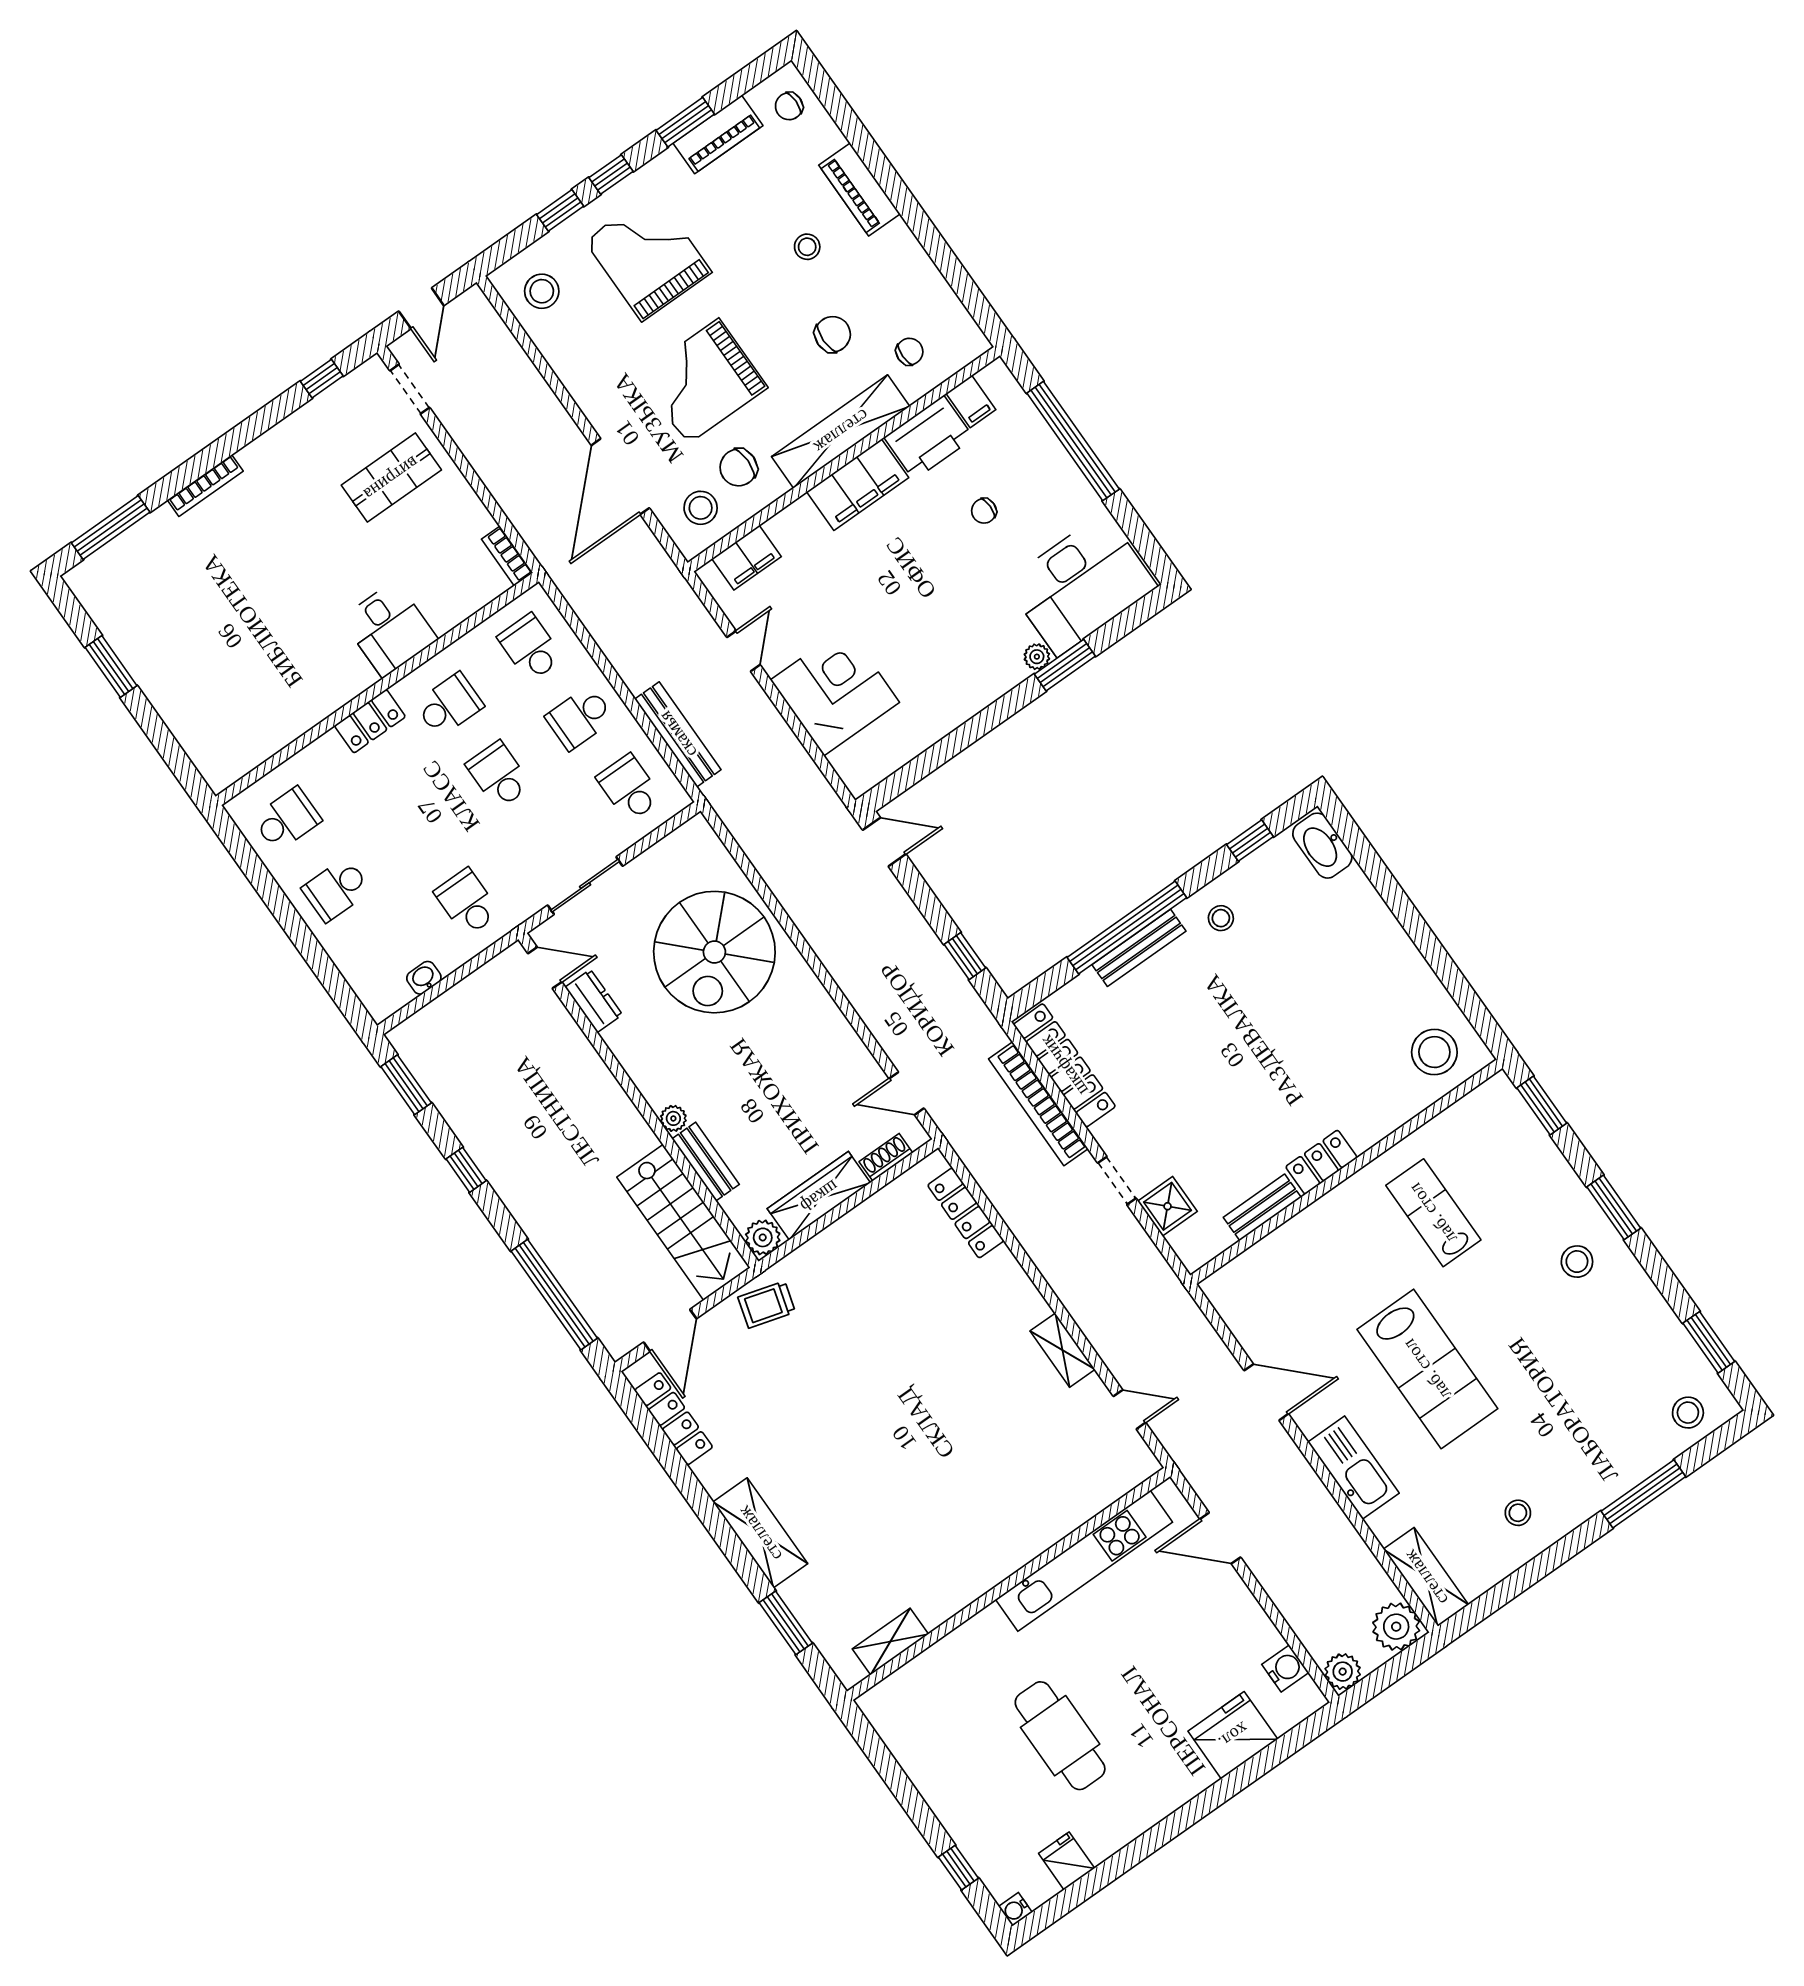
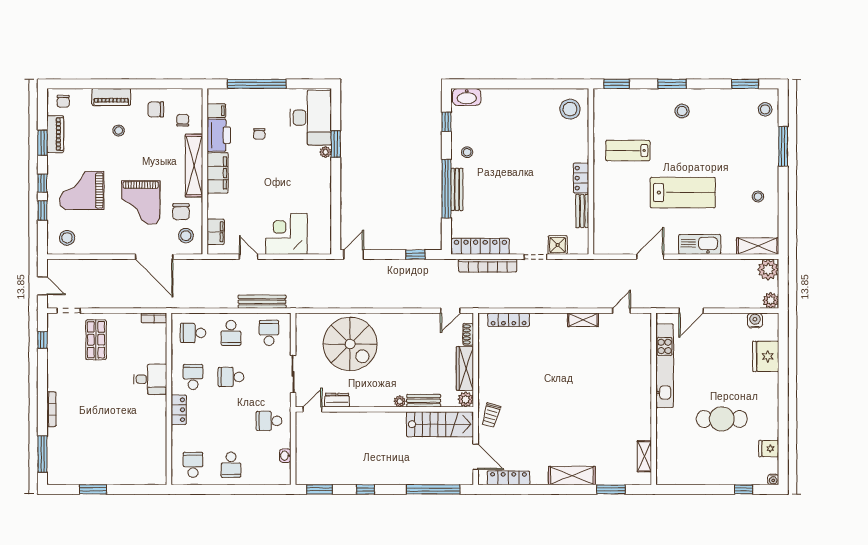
chair: (833, 334) -> (156, 109), moved, turned -90
school desk: (629, 788) -> (269, 333), turned 90

